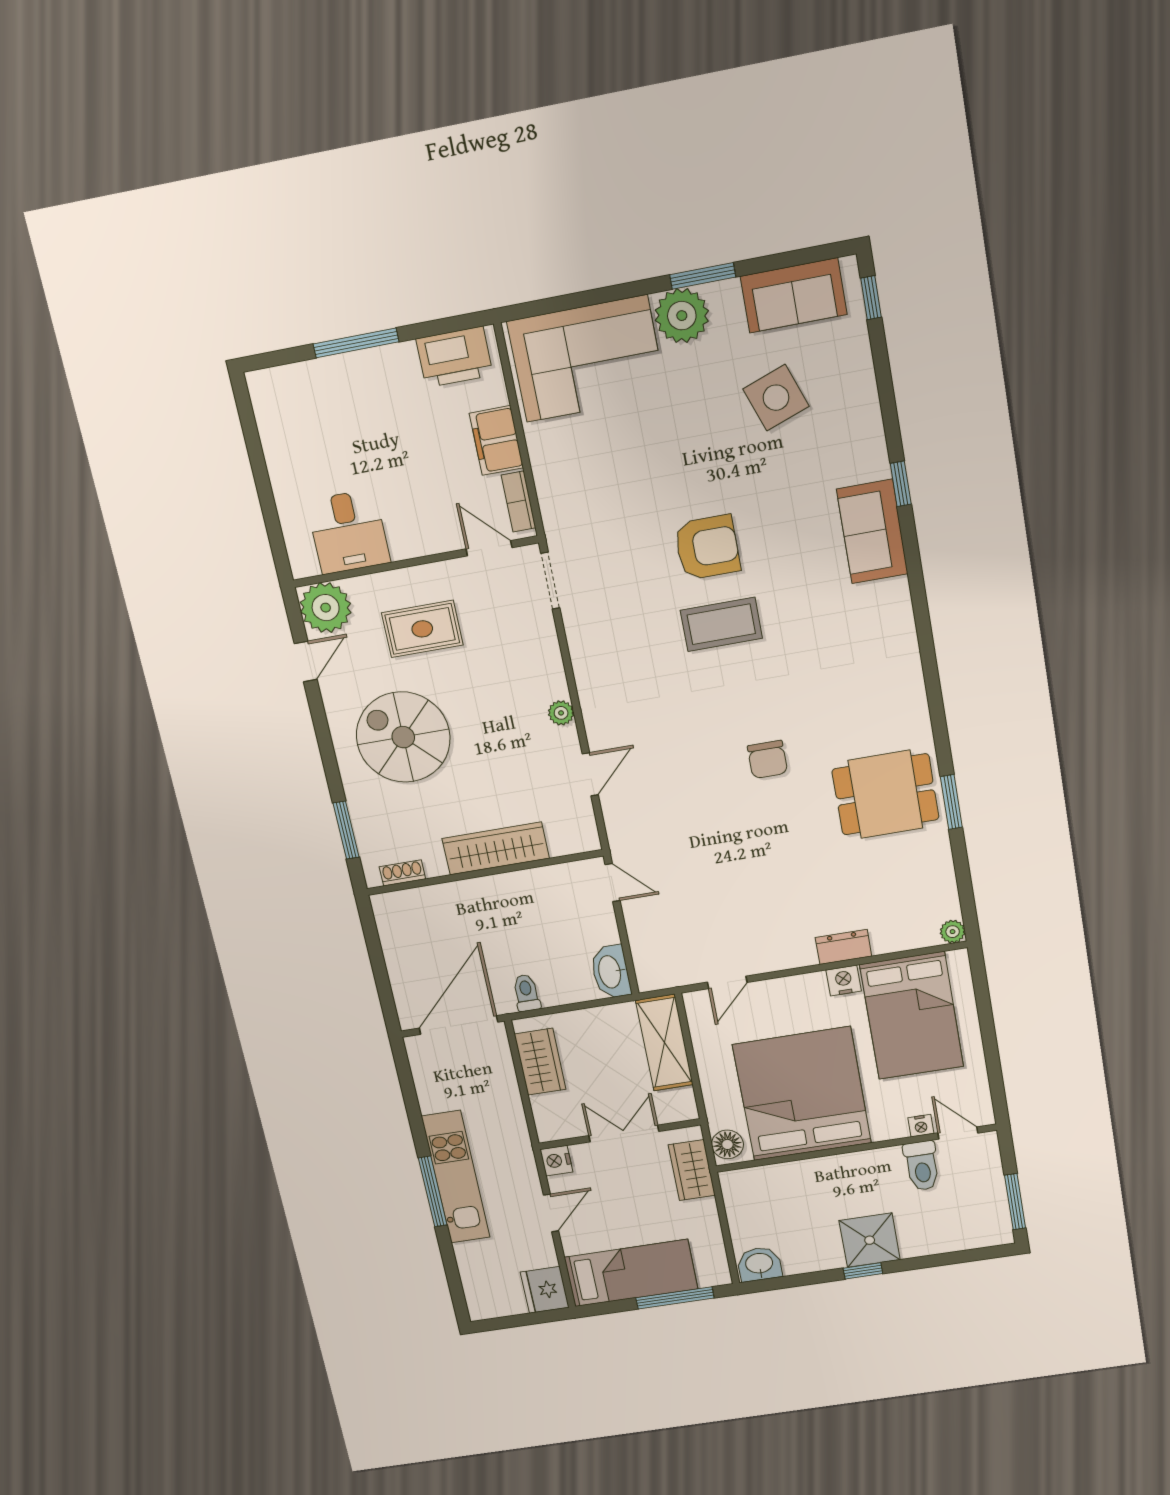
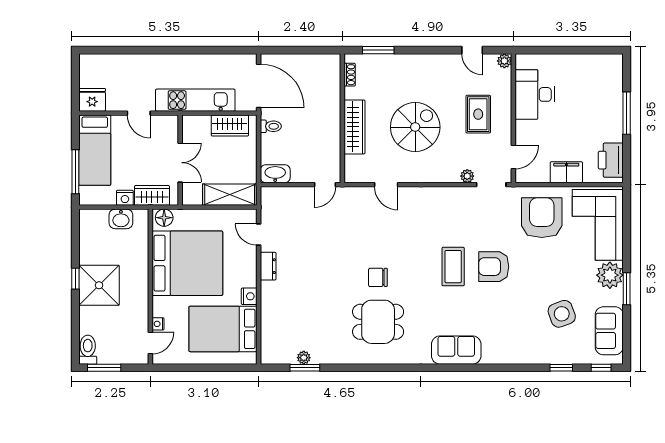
armchair: (595, 472) -> (542, 218), added
window: (901, 484) -> (561, 368), moved
bookcase: (519, 501) -> (534, 177), removed
sofa: (872, 531) -> (456, 350), moved
desk: (348, 532) -> (535, 94), width x1.37
armchair: (707, 547) -> (494, 267), turned 90
plant: (326, 608) -> (504, 61), width x0.53, depth x0.53
plant: (561, 713) -> (467, 176), moved
spiral stairs: (403, 737) -> (415, 127), moved
dining table: (885, 794) -> (378, 322), moved, turned 90
window: (951, 802) -> (305, 368), moved
plant: (953, 932) -> (304, 358), moved
dresser: (843, 947) -> (268, 266), moved
nightstand: (556, 1161) -> (125, 198), moved, turned 180
toilet: (922, 1166) -> (88, 350), moved, turned 90
kitchen unit: (456, 1177) -> (195, 100), moved, turned 180
window: (433, 1191) -> (163, 50), removed
shower: (870, 1240) -> (99, 285), width x1.37, depth x1.37
washbasin: (759, 1264) -> (121, 219), moved, turned 90

